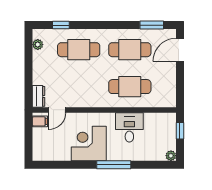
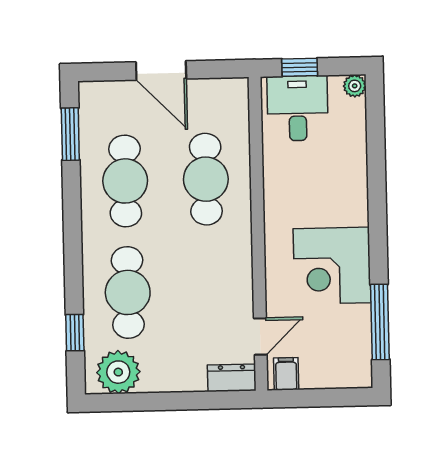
plant: (38, 45) -> (118, 372), width x1.88, depth x1.88
door: (180, 50) -> (161, 70), moved
door: (57, 110) -> (260, 336), hinge flipped
desk: (129, 127) -> (298, 108), moved, turned 90
window: (114, 165) -> (380, 322), moved

